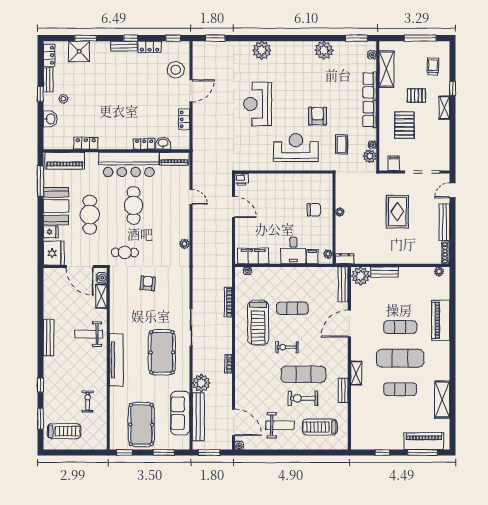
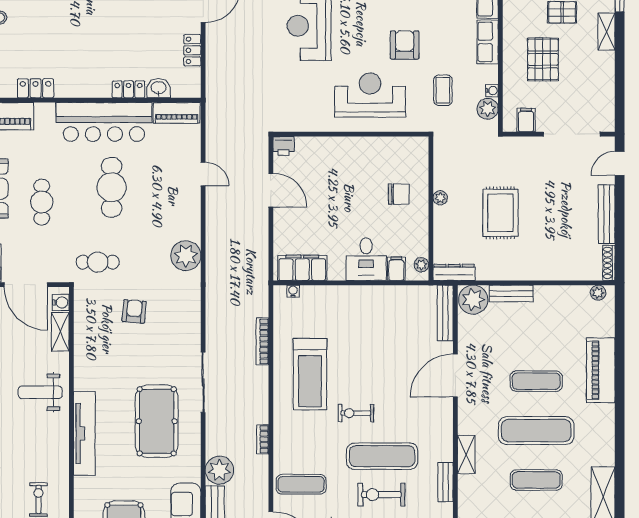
rug: (397, 212) -> (500, 213), moved
cafe table: (90, 215) -> (42, 202), width x0.73, depth x0.74
plant: (185, 244) -> (186, 256), width x1.88, depth x1.88
dresser: (345, 259) -> (454, 272), width x1.44
exercise mat: (292, 308) -> (301, 484), moved

